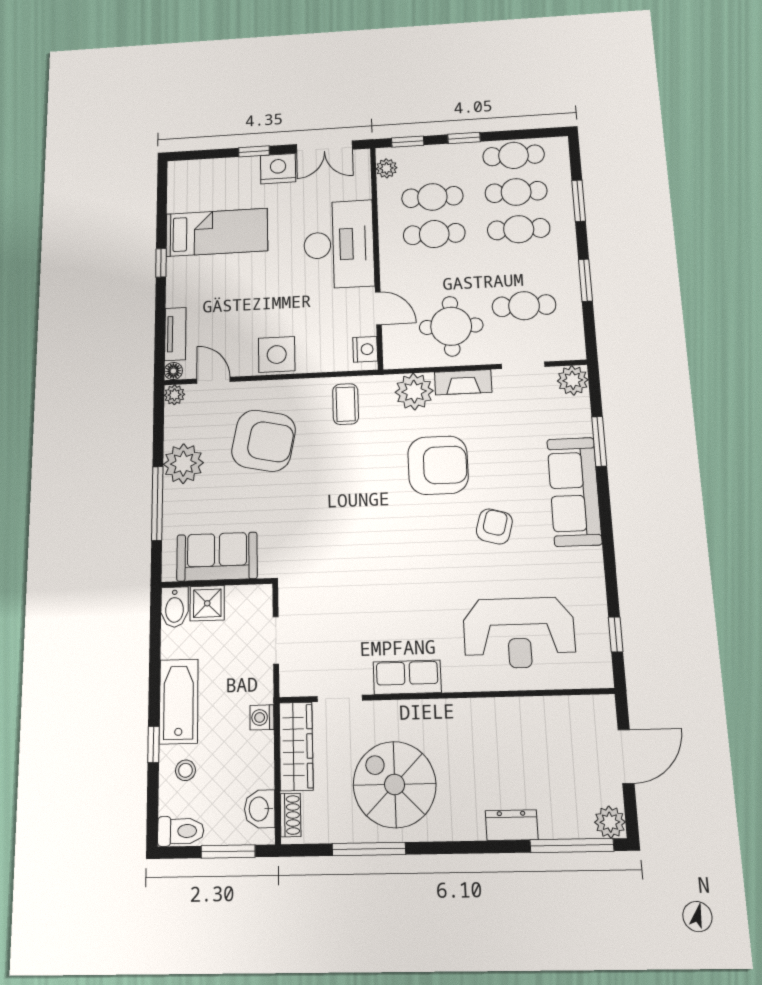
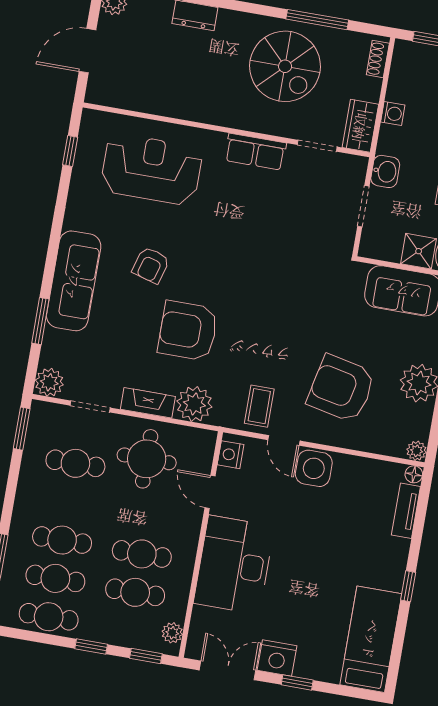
bed: (217, 232) -> (371, 639), moved, turned 90
window: (585, 280) -> (22, 429), moved
door: (213, 380) -> (284, 440), moved
washing machine: (262, 717) -> (393, 114), moved
wardrobe: (296, 746) -> (360, 126), width x0.67
washbasin: (260, 809) -> (385, 171), moved

